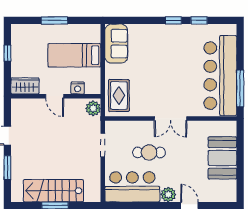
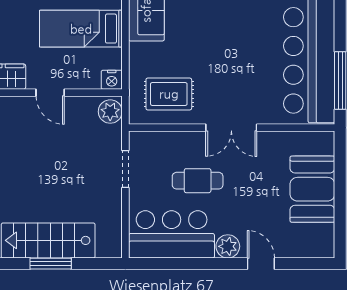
nightstand: (78, 88) -> (112, 80), moved
rug: (119, 96) -> (169, 94), moved, turned 90

